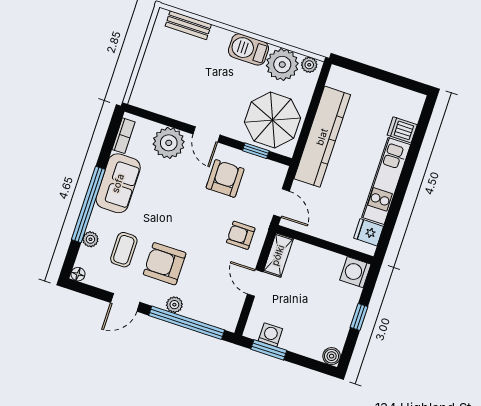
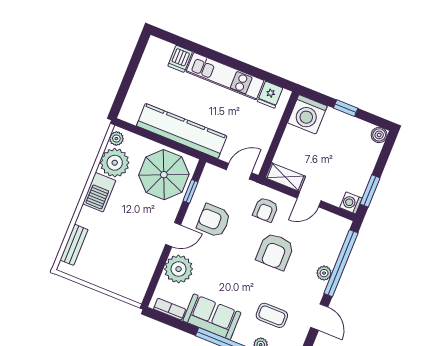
armchair: (165, 264) -> (275, 251), moved
washing machine: (355, 272) -> (307, 114), width x1.37, depth x1.37
washing machine: (270, 335) -> (351, 203), moved

